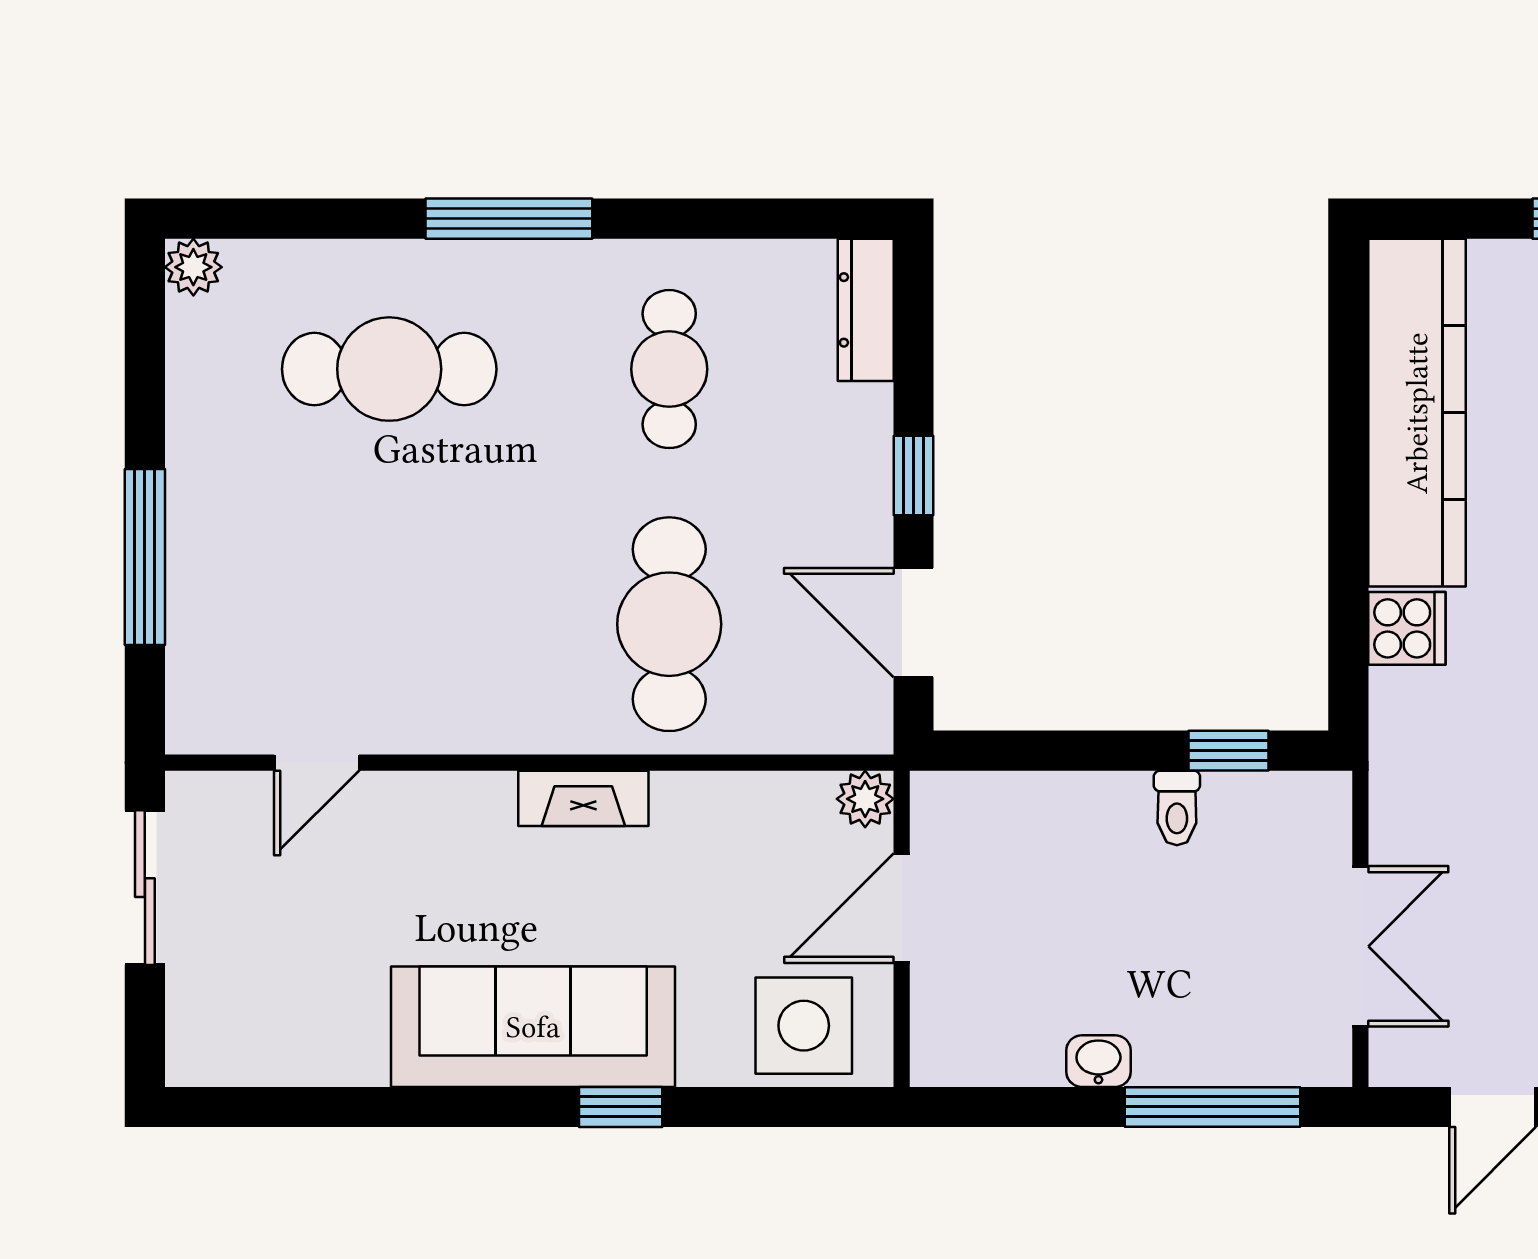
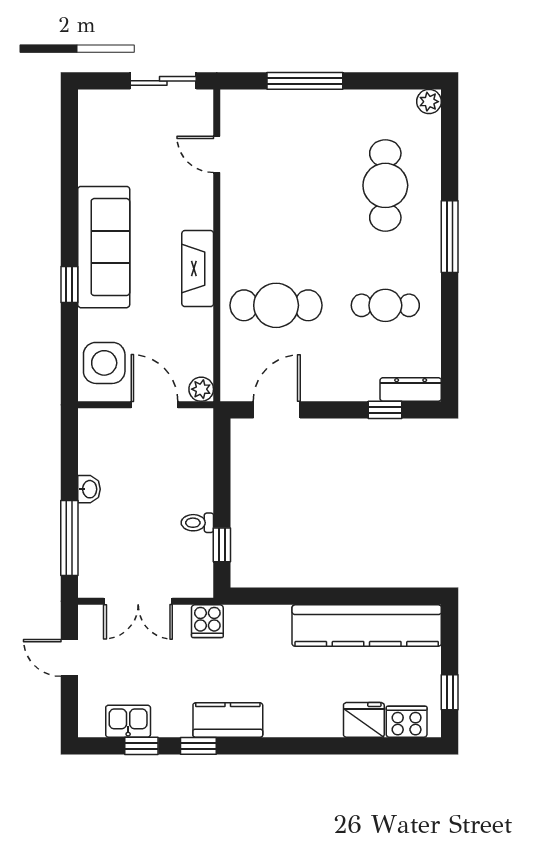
window: (914, 476) -> (385, 410), moved
cooker: (1407, 628) -> (207, 621), moved
fireplace: (583, 798) -> (198, 269), width x1.37, depth x1.32

